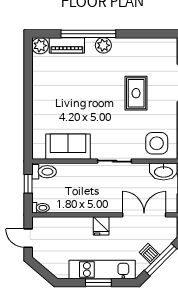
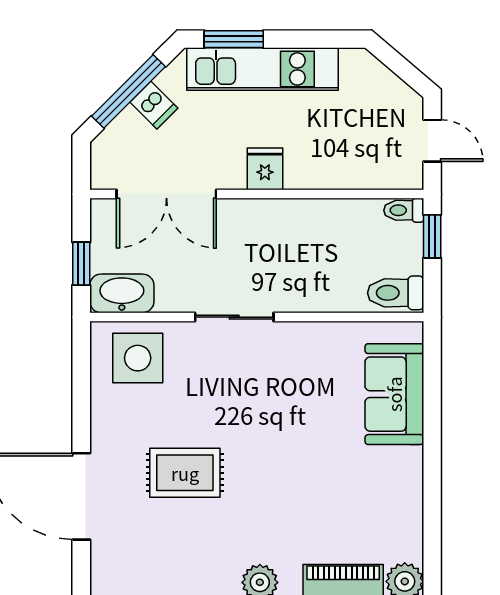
rug: (136, 93) -> (185, 473), turned 90
sofa: (68, 147) -> (394, 394), moved, turned 90
window: (28, 184) -> (432, 236), moved
window: (98, 283) -> (234, 39), moved

